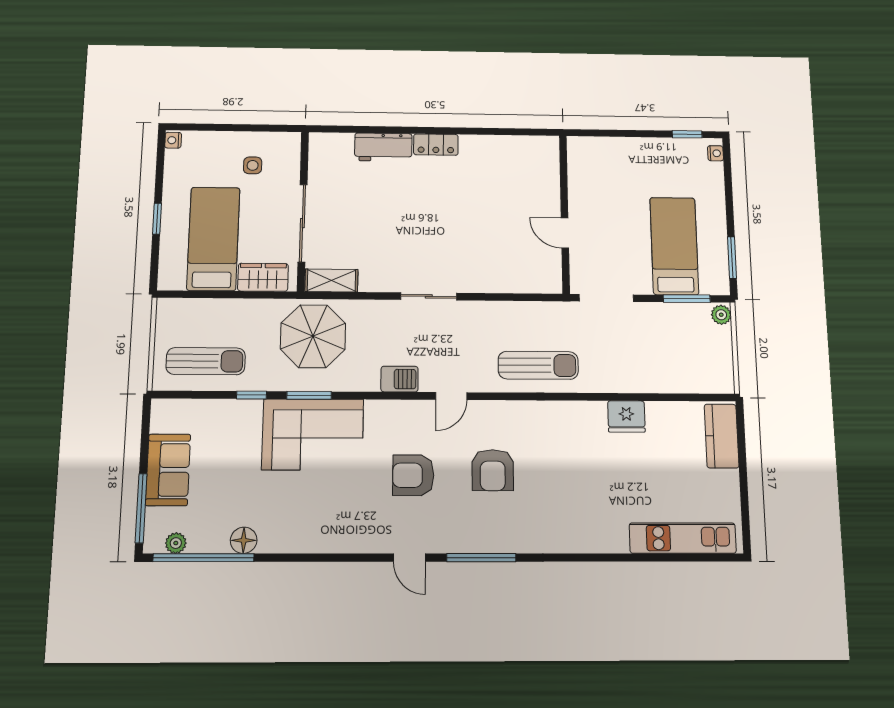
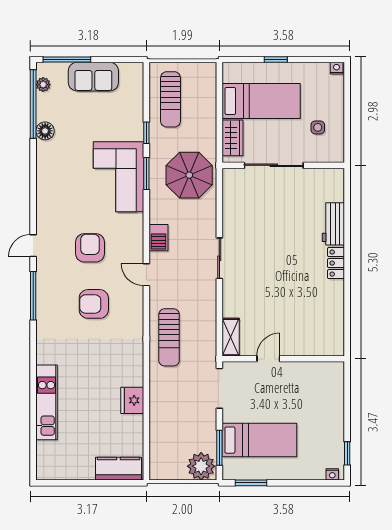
shelving: (331, 280) -> (231, 337), moved
plant: (721, 315) -> (201, 466), width x1.87, depth x1.87
kitchen unit: (683, 538) -> (47, 402), moved

